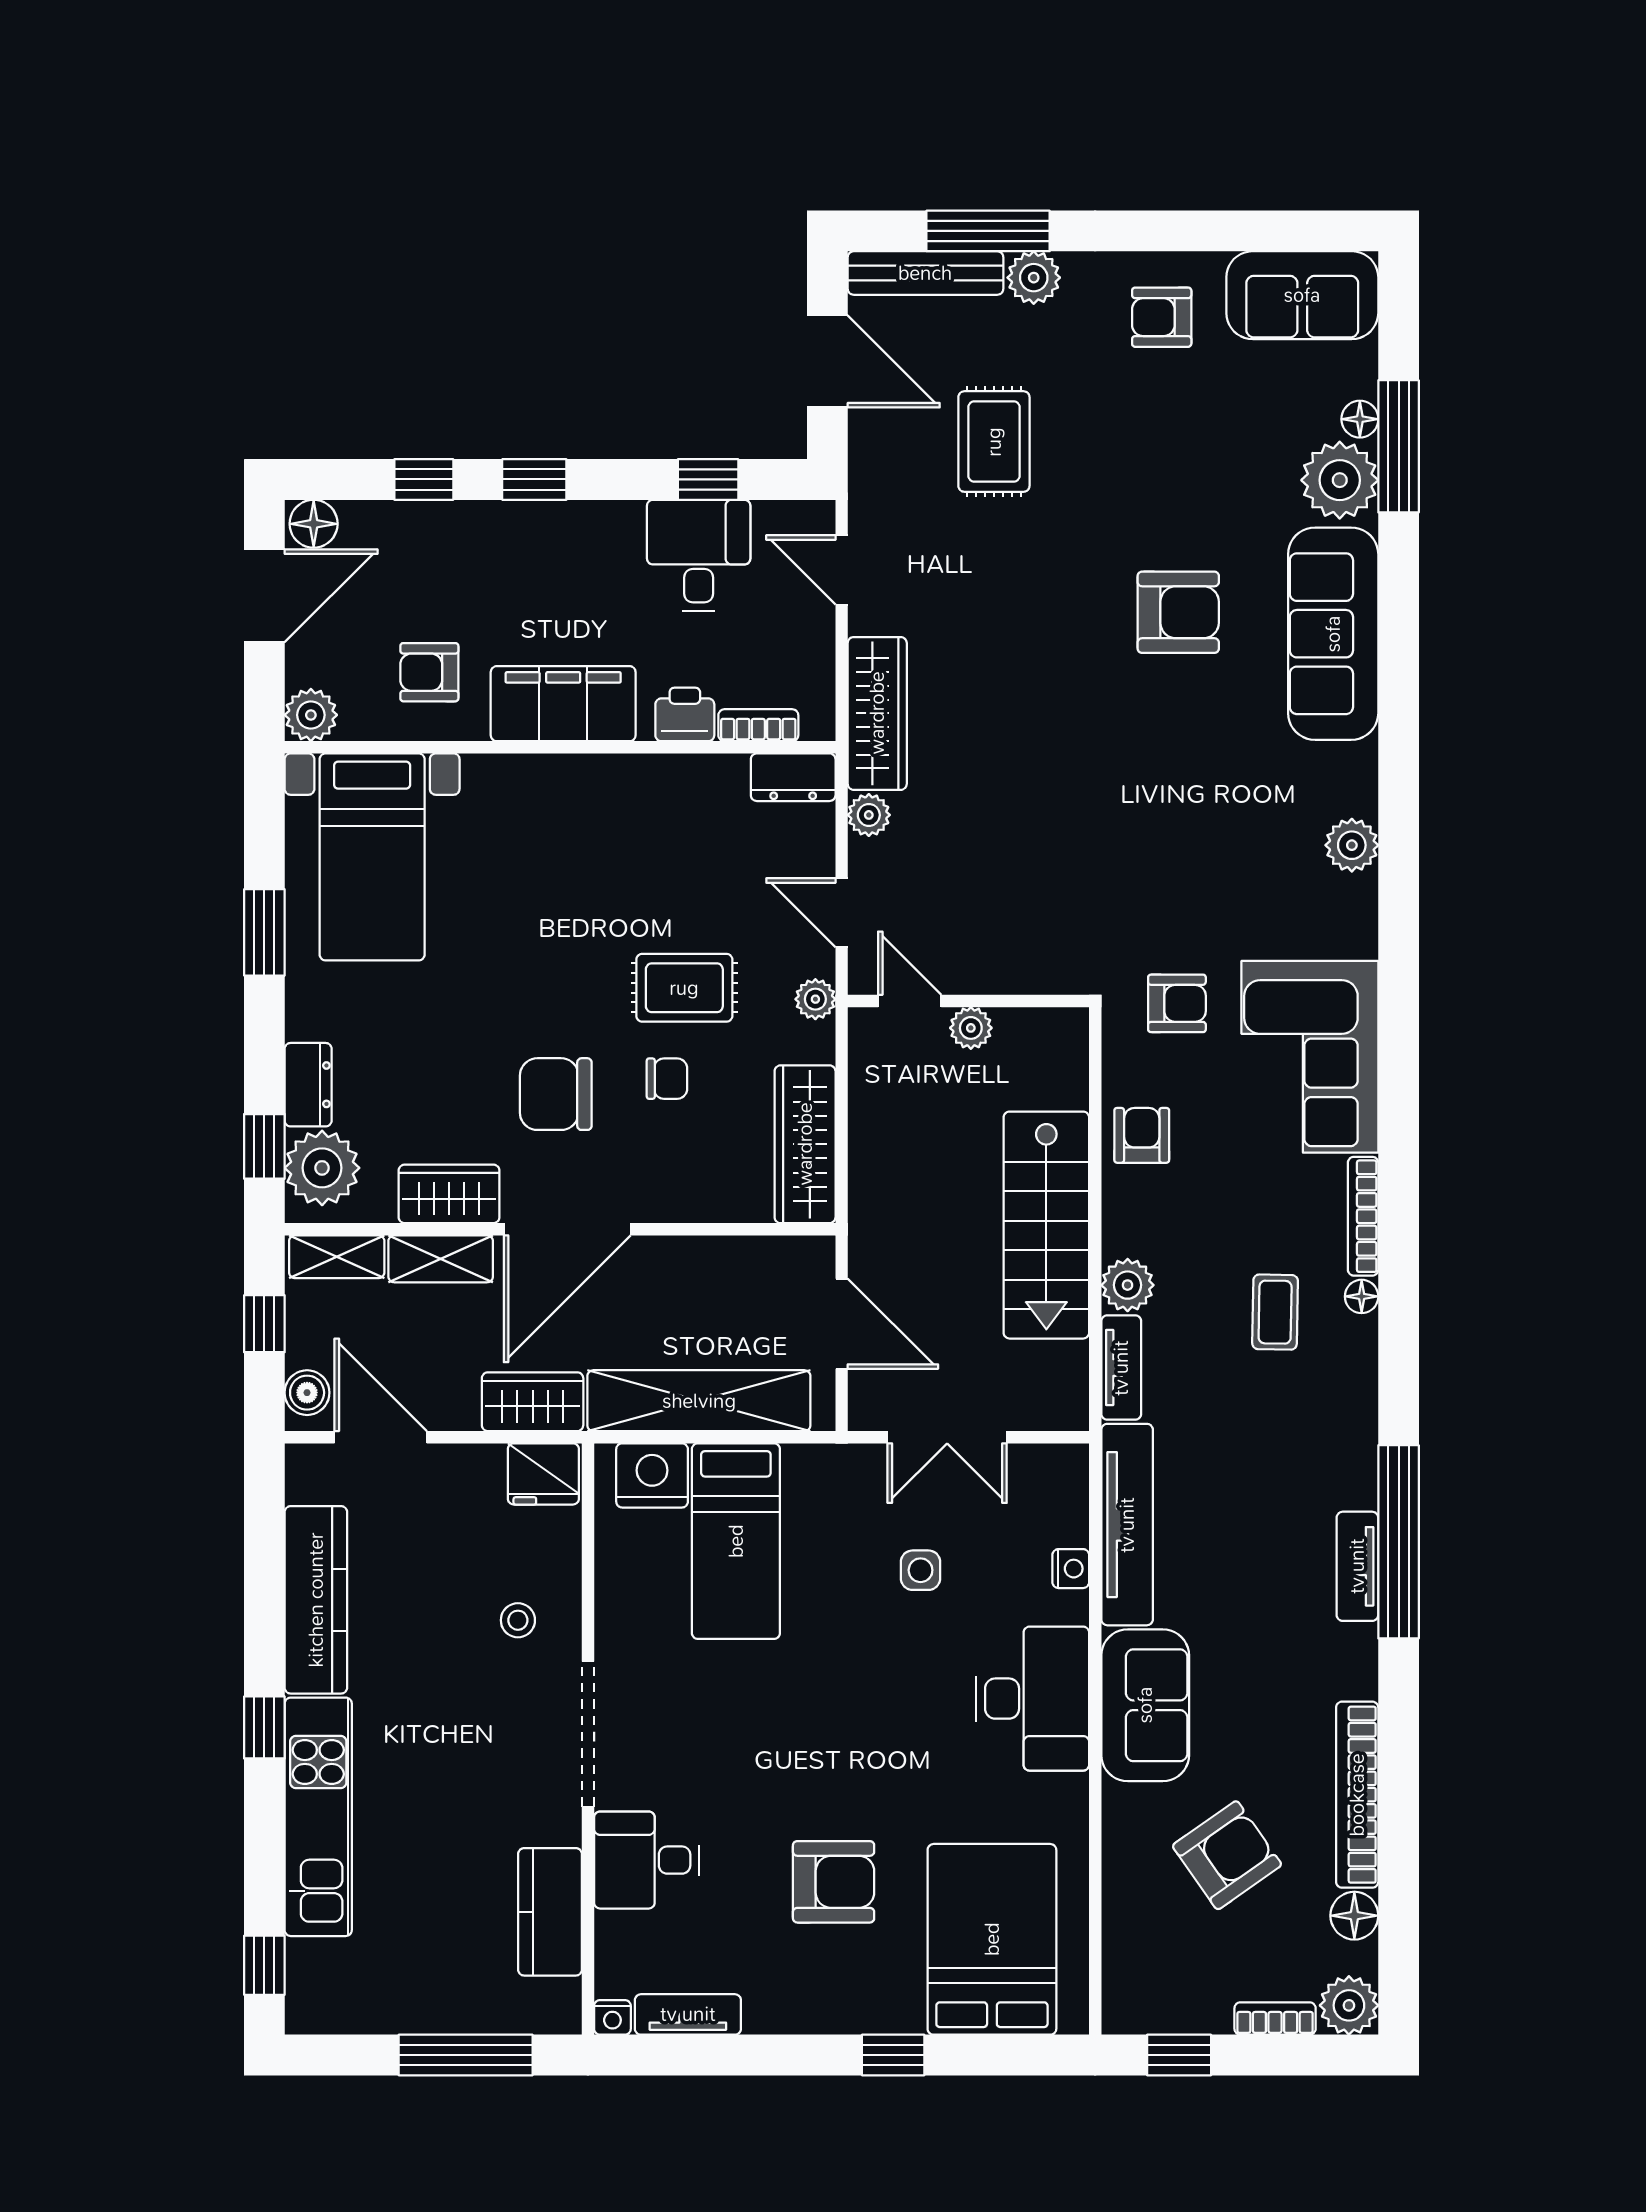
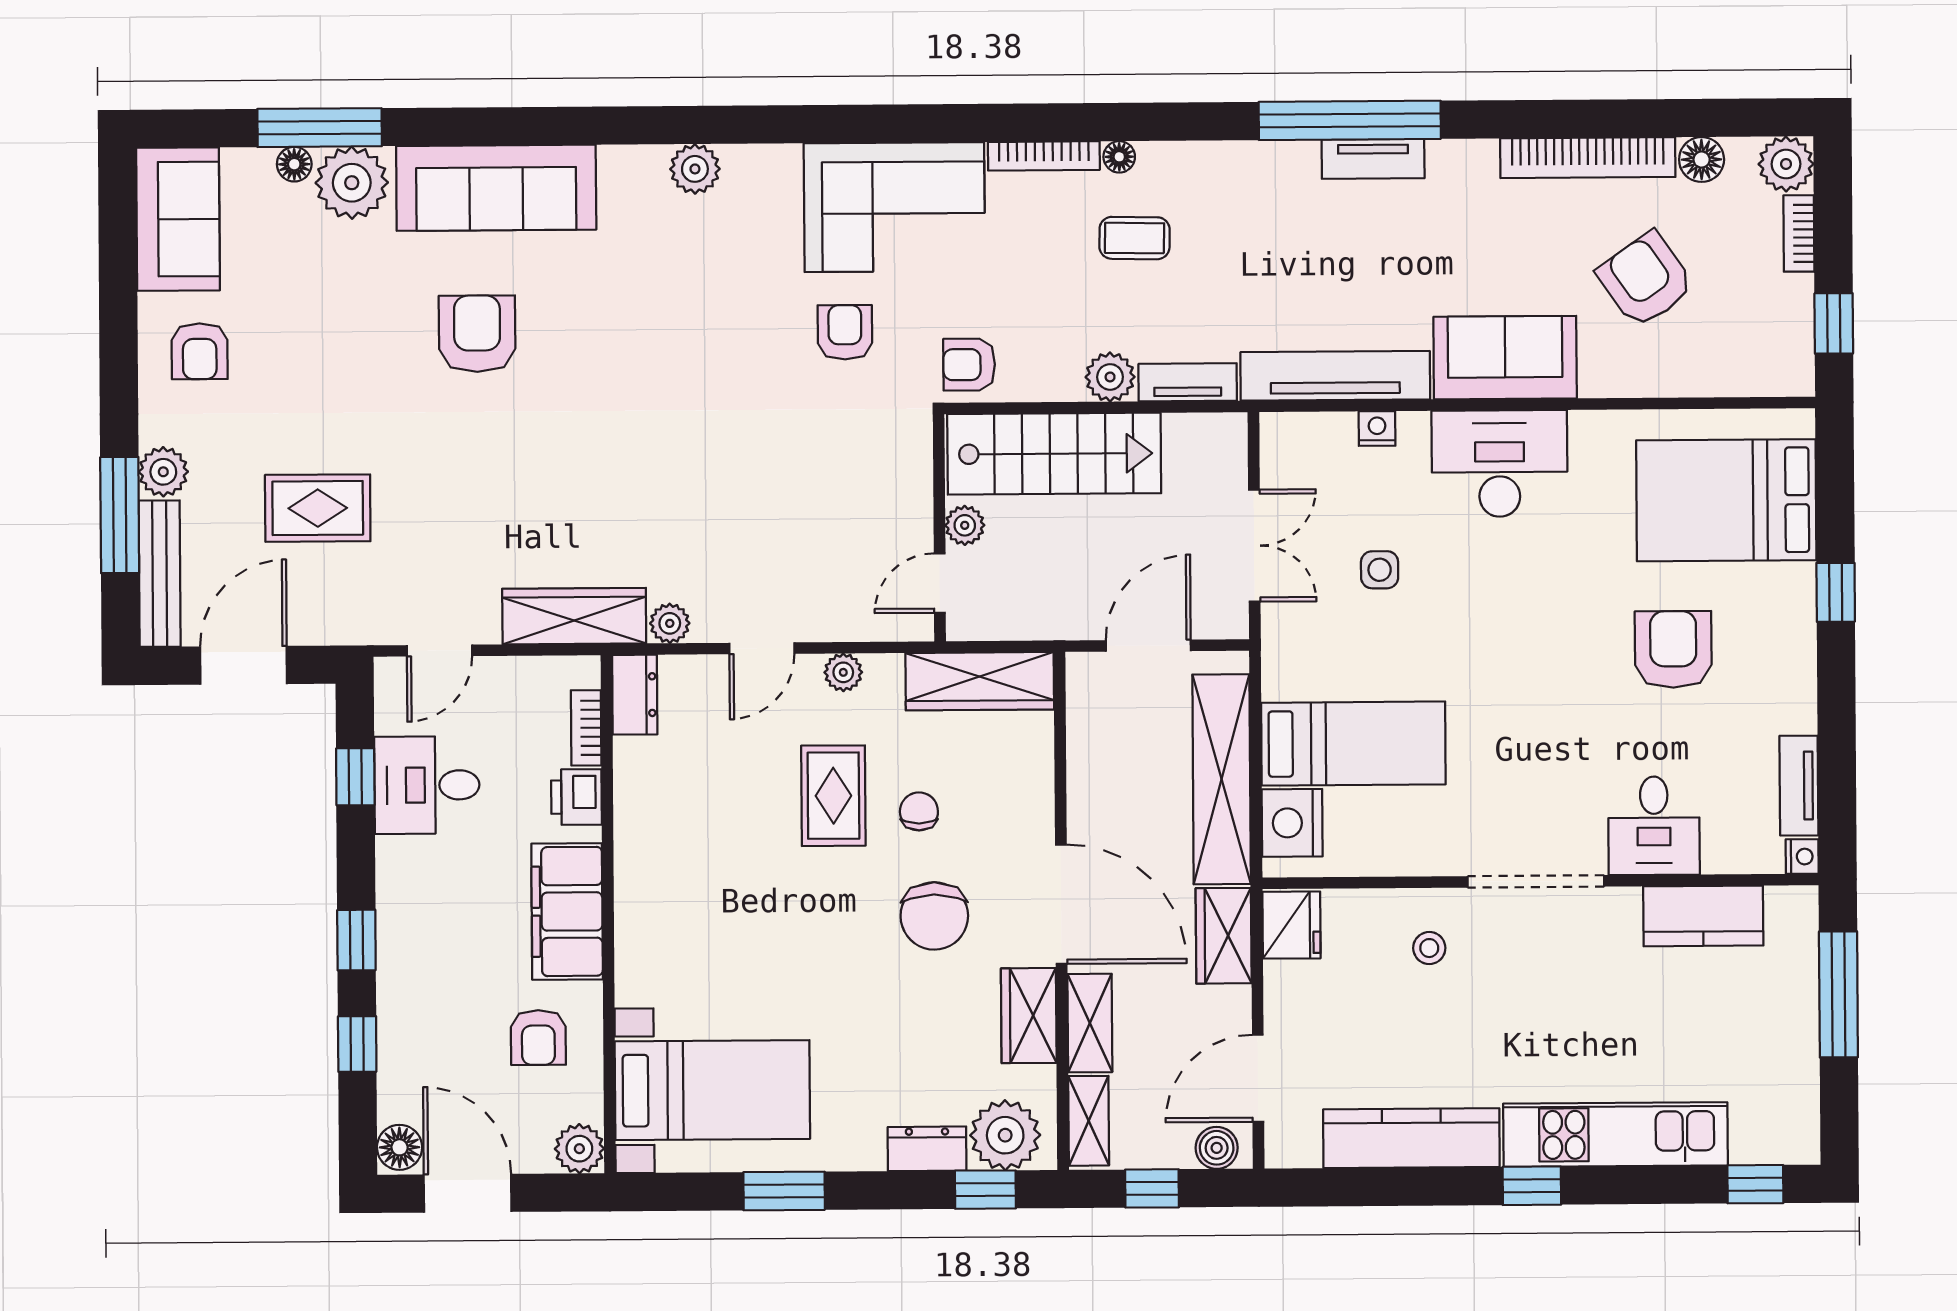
door: (910, 1001) -> (940, 583), moved
wall: (968, 1001) -> (939, 528), moved
plant: (971, 1028) -> (965, 525), moved

